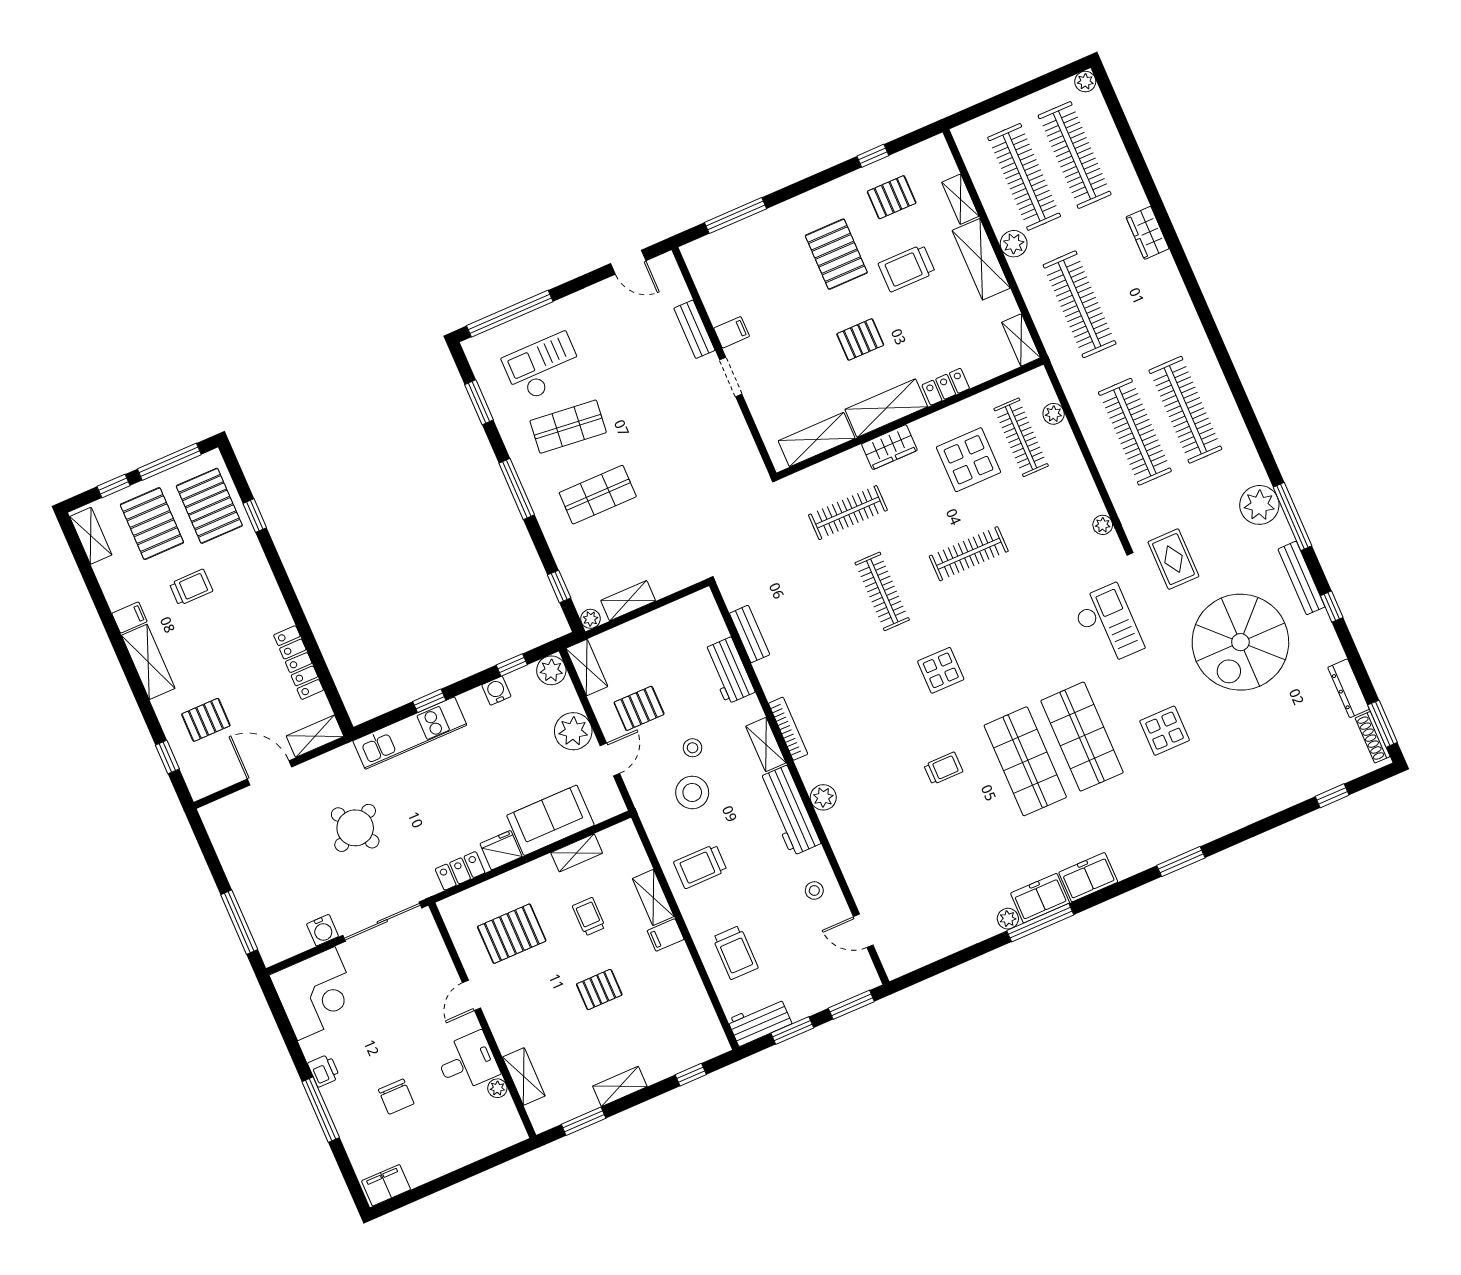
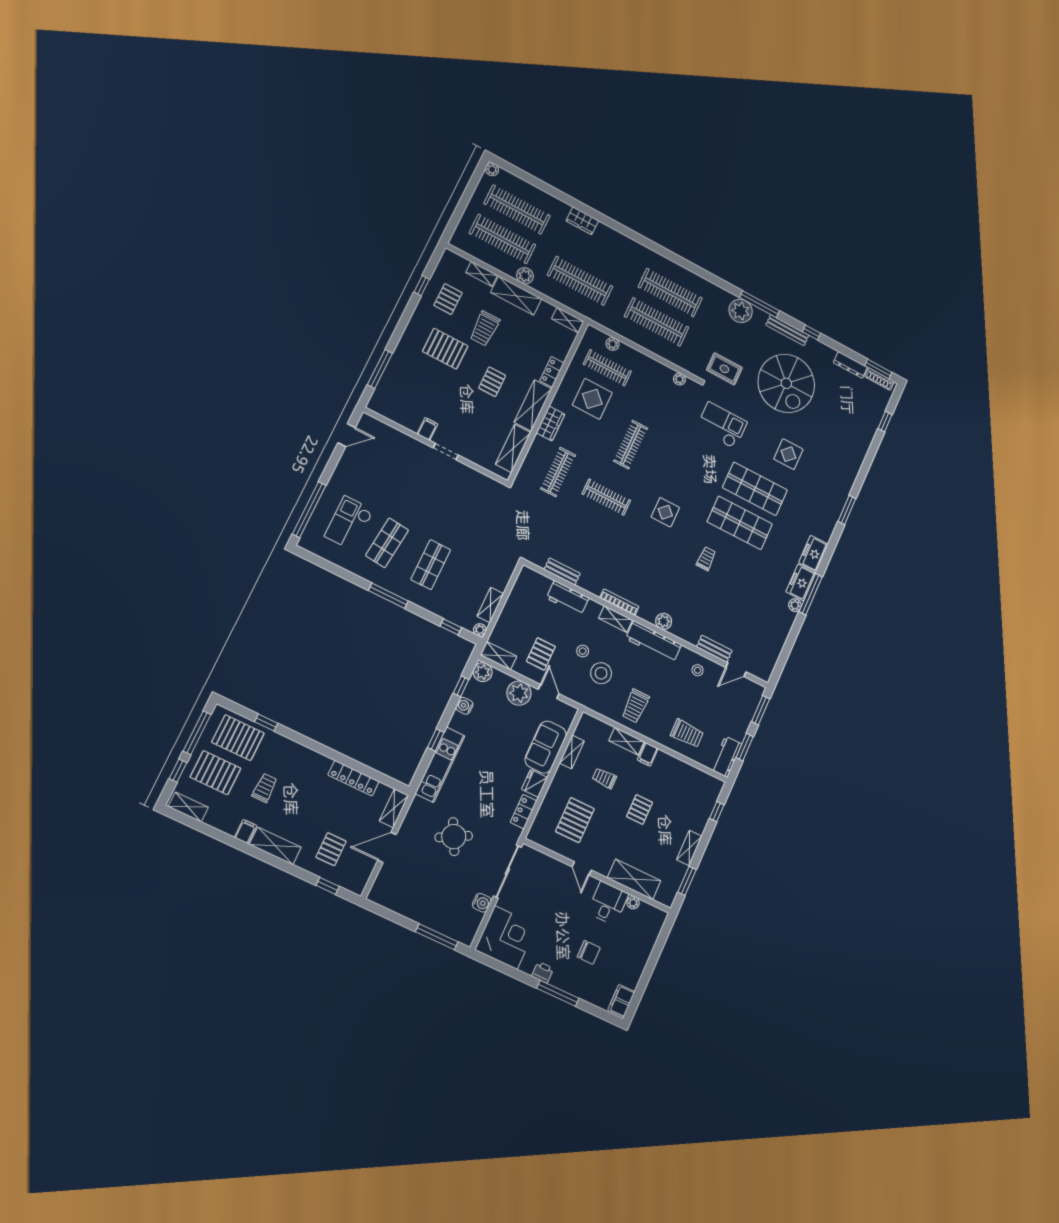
bench: (694, 329) -> (714, 649), moved
window: (479, 402) -> (332, 568), removed
shelving: (524, 1076) -> (634, 879), width x1.50, depth x1.33

